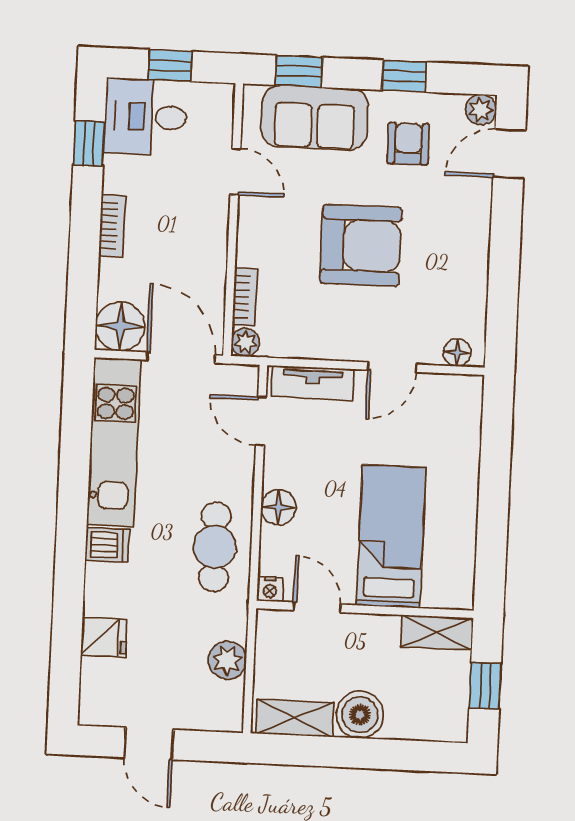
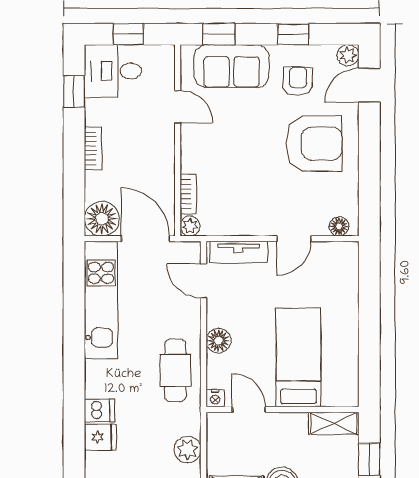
armchair: (361, 245) -> (314, 144), moved
dishwasher: (107, 545) -> (100, 410), moved

